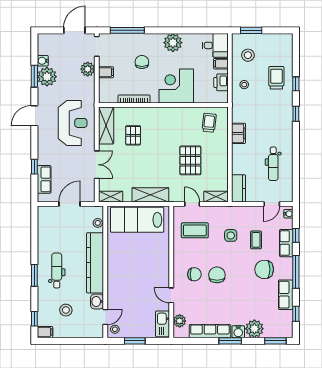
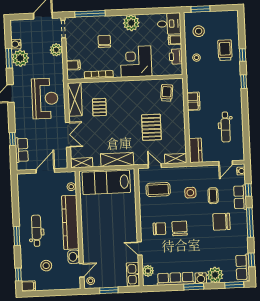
filing cabinet: (106, 72) -> (73, 65), moved
row of seats: (286, 295) -> (243, 267), moved

